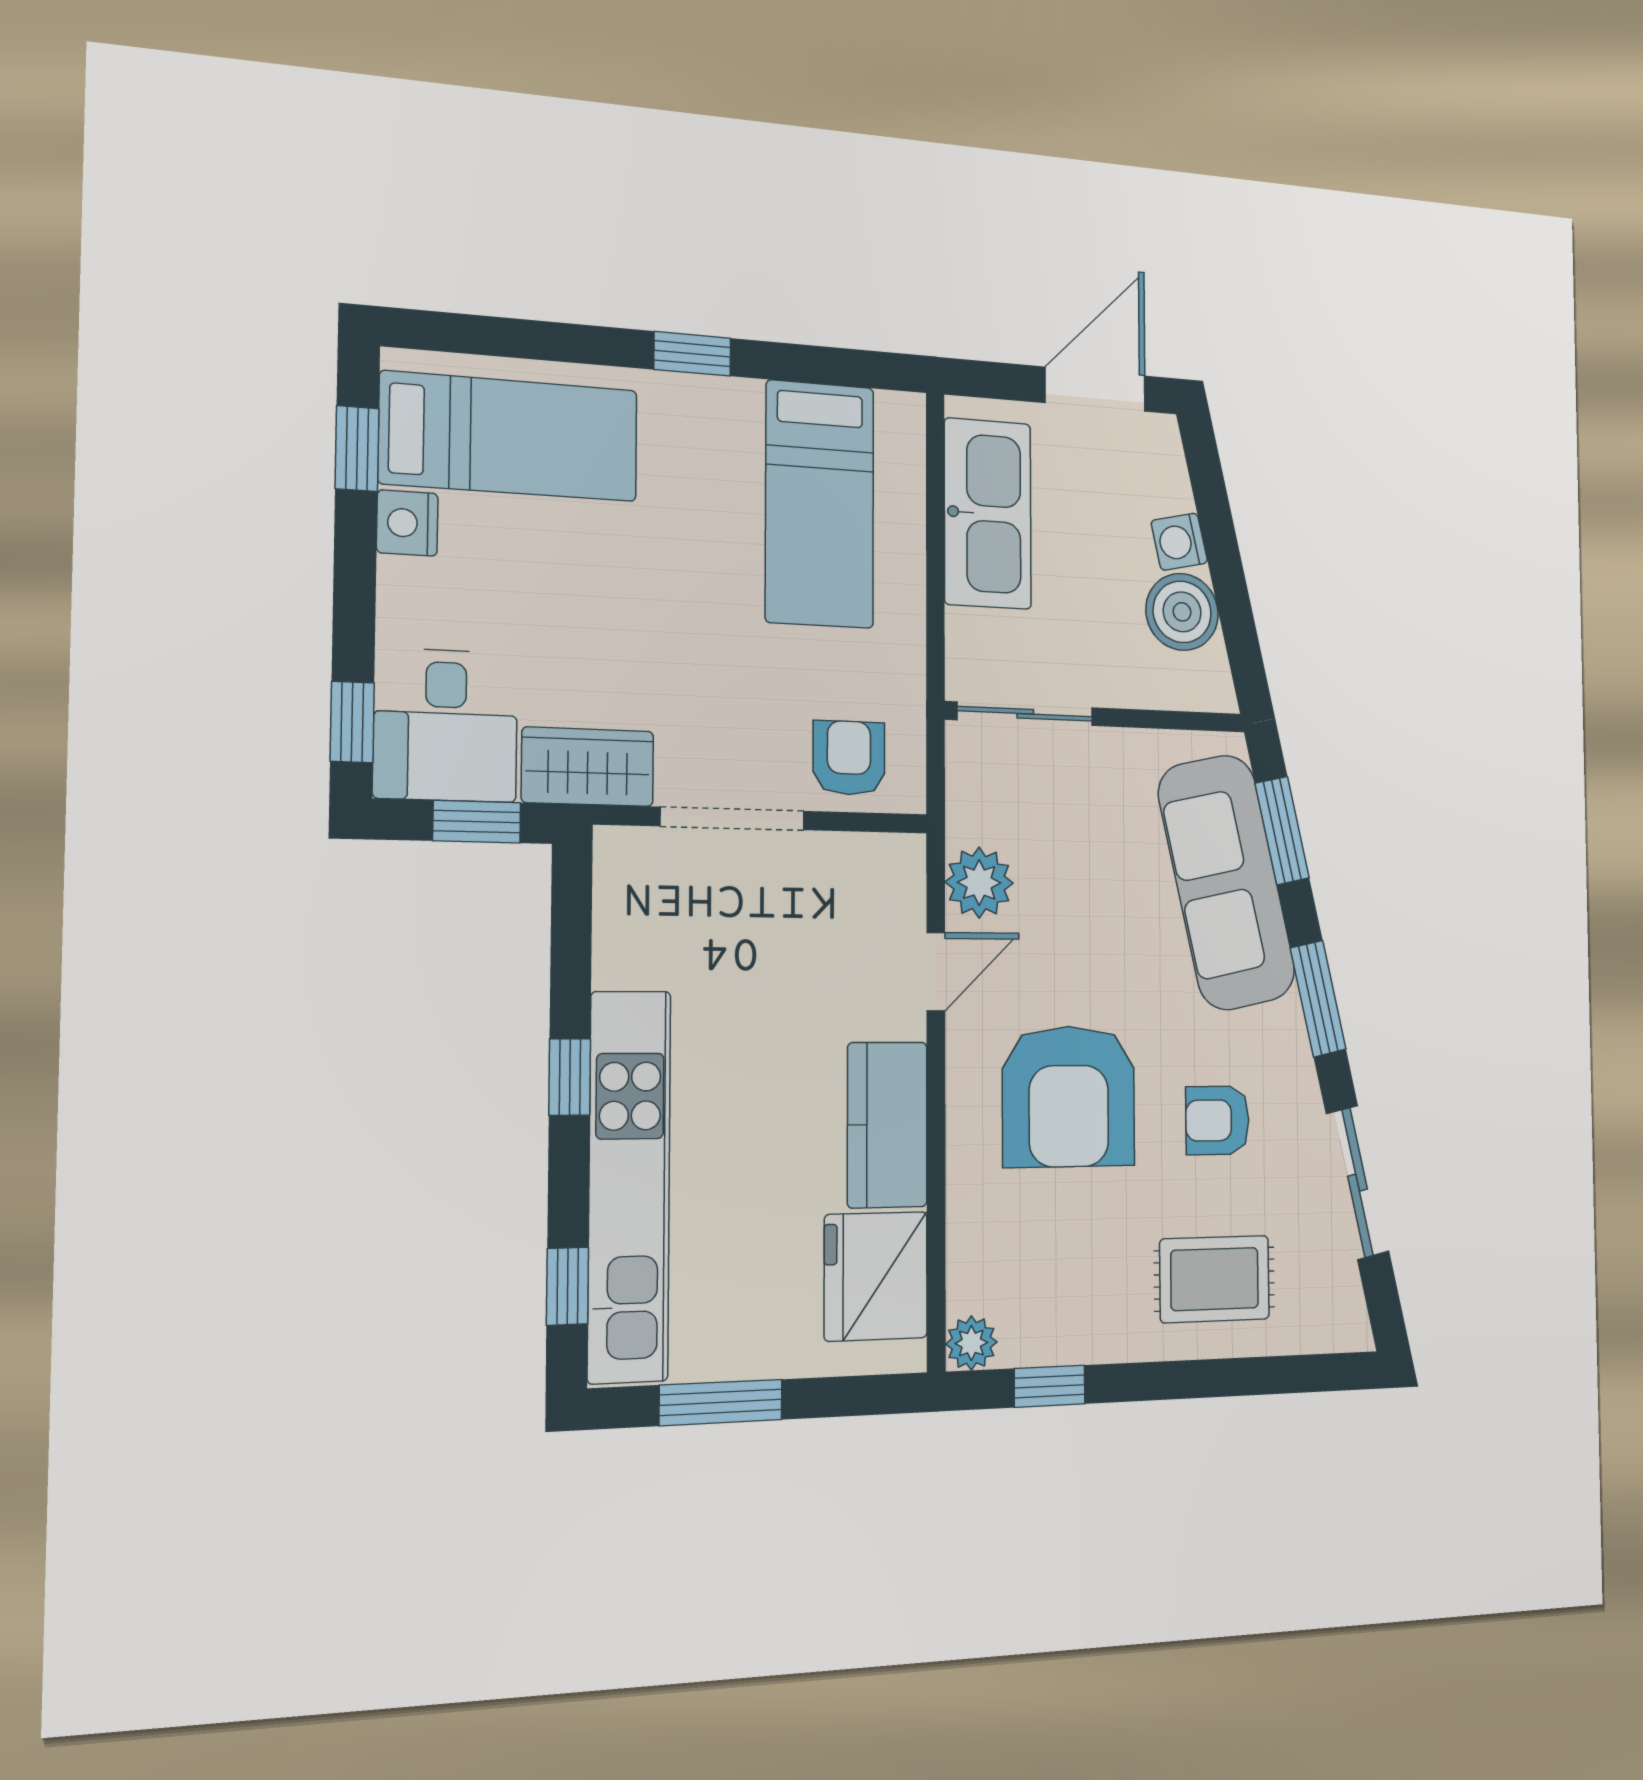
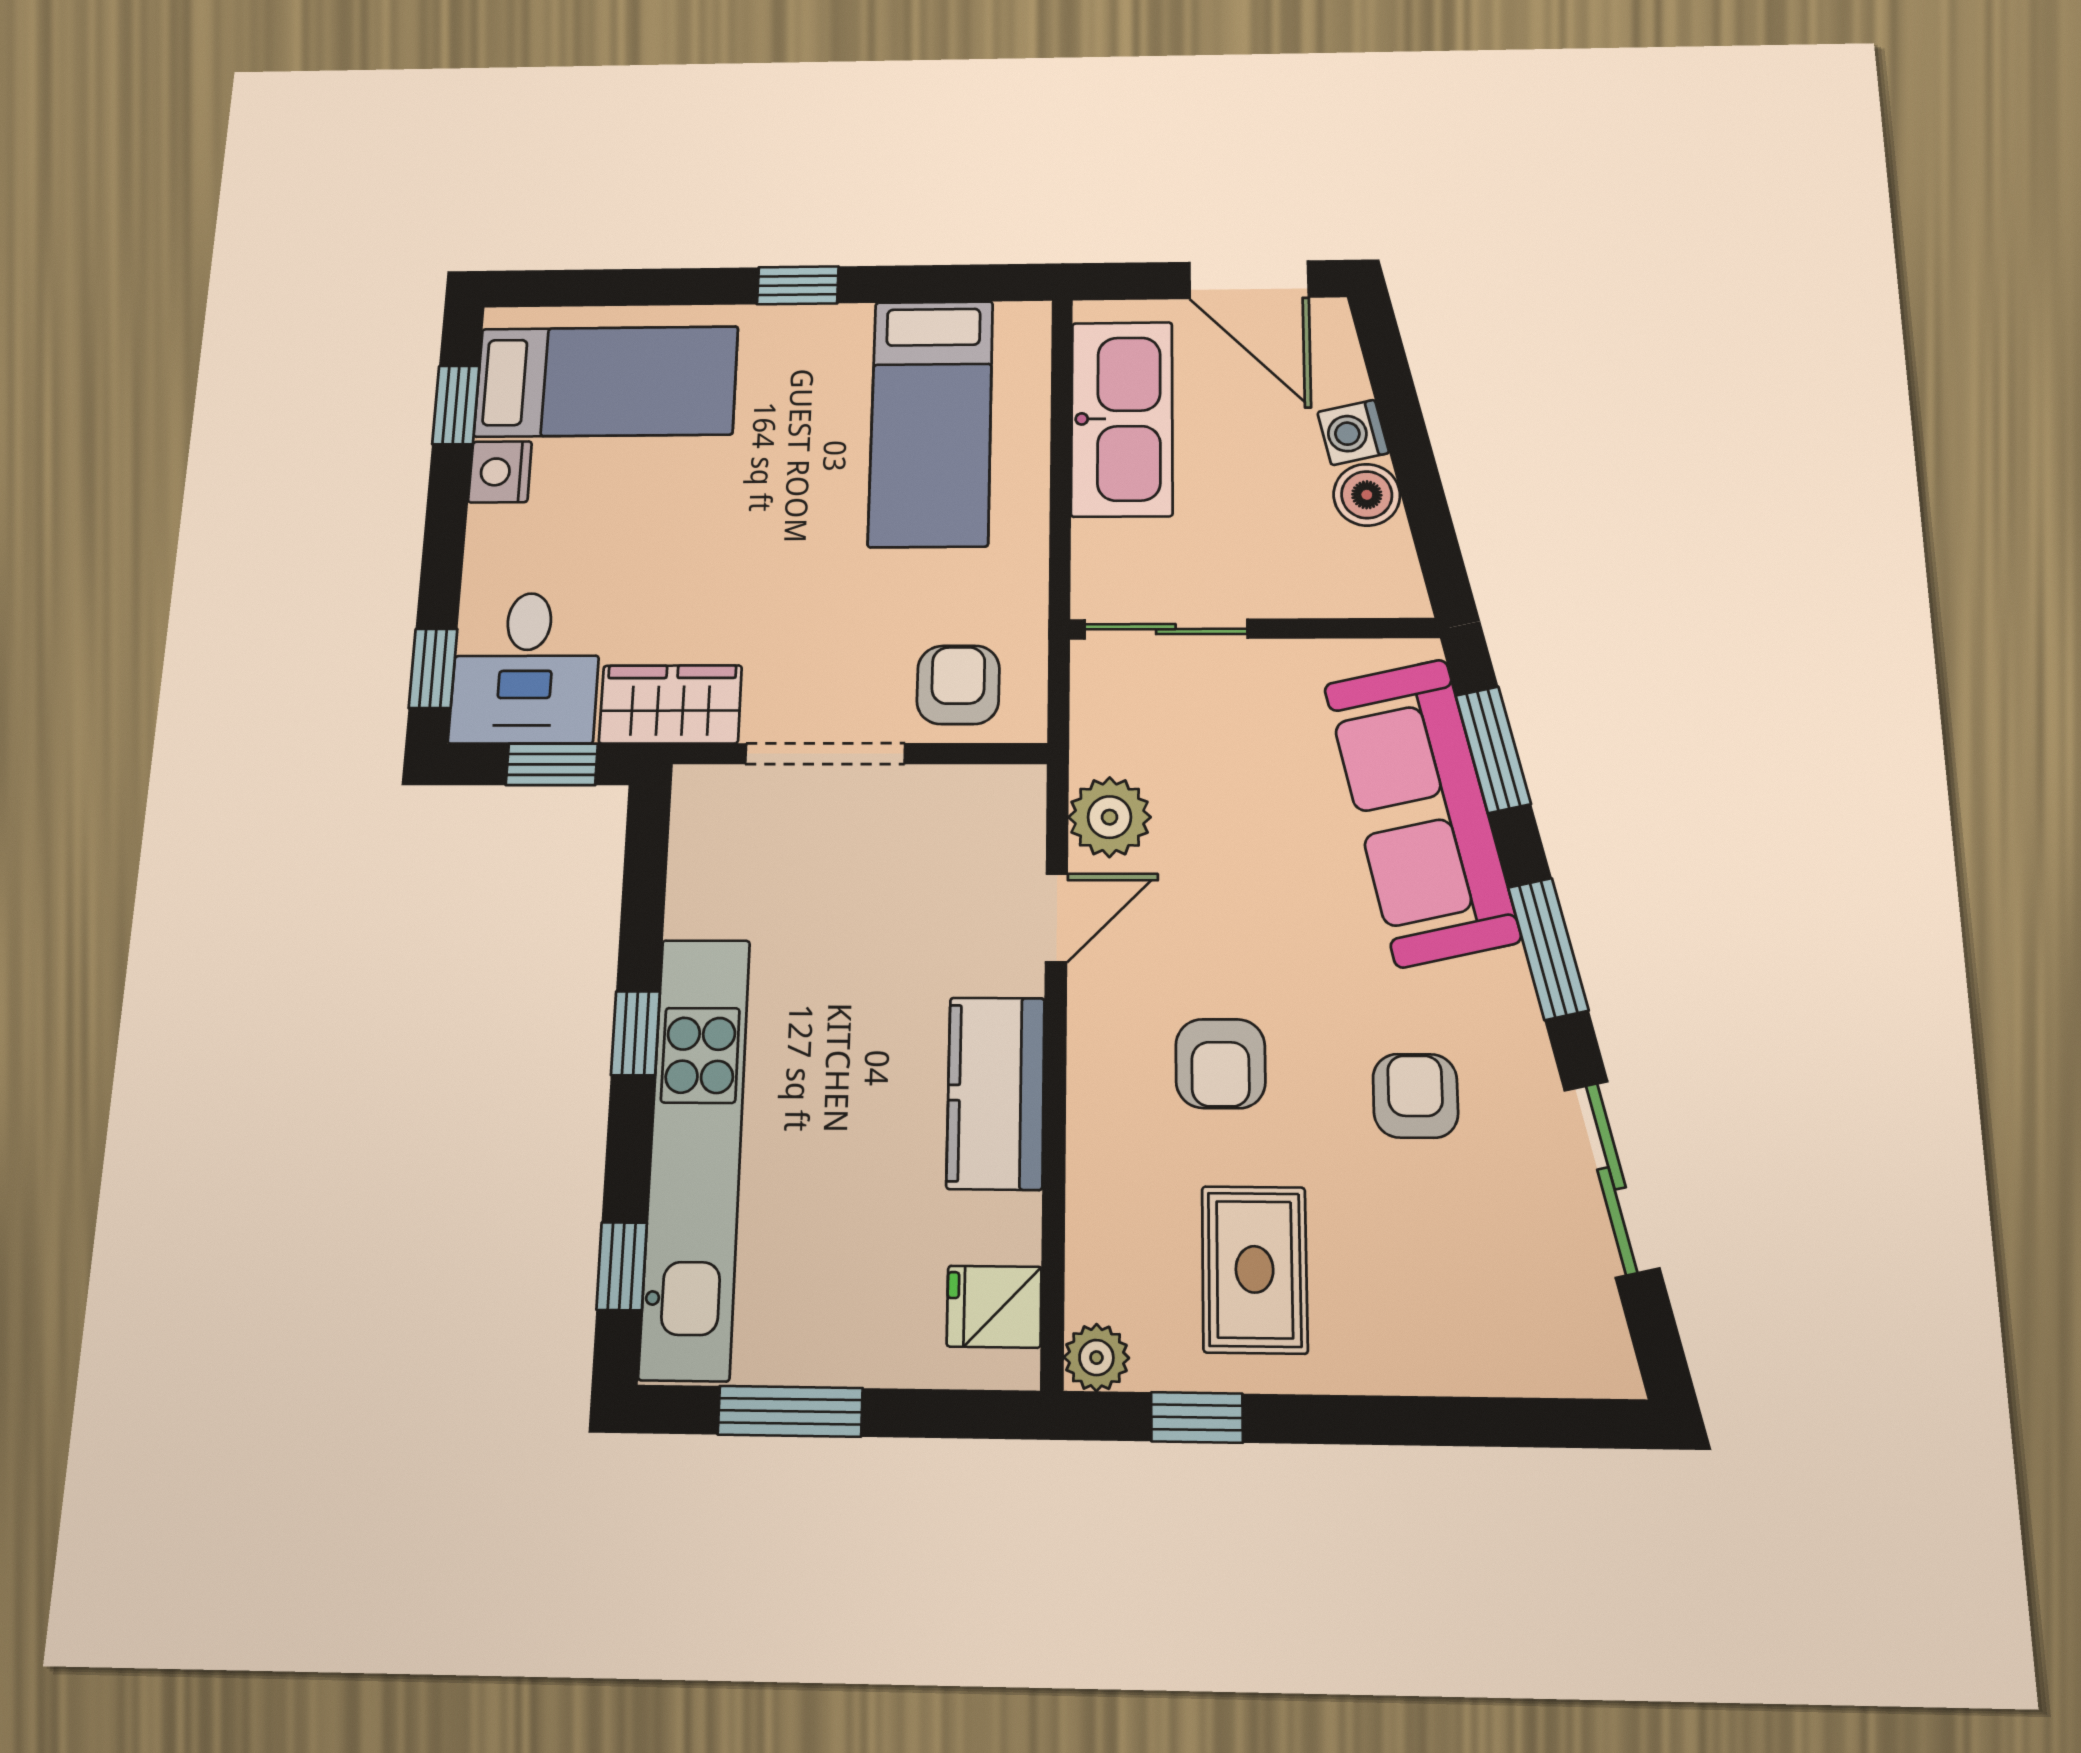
door: (1095, 389) -> (1249, 280), swing flipped
boiler: (1182, 612) -> (1367, 495), width x0.73, depth x0.73
armchair: (1069, 1096) -> (1220, 1064), width x0.53, depth x0.53
armchair: (1217, 1120) -> (1415, 1096), turned 90
fridge: (876, 1276) -> (994, 1307), width x0.53, depth x0.75
rug: (1215, 1279) -> (1255, 1269), moved, turned 90

